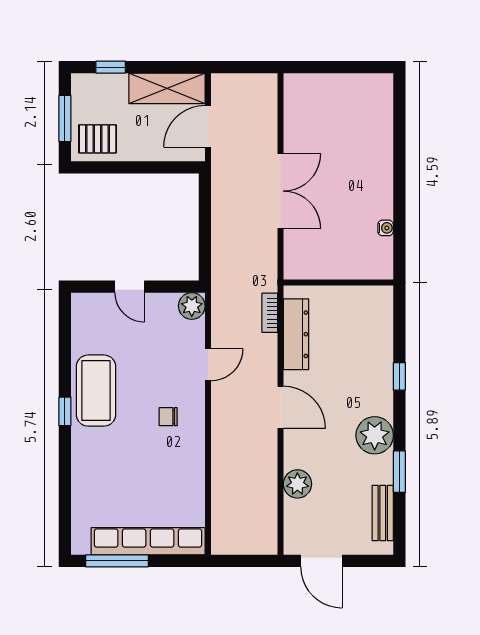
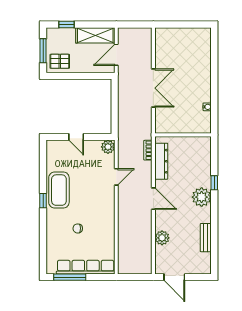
chair: (168, 417) -> (78, 228), moved
plant: (375, 435) -> (202, 197), moved
window: (399, 472) -> (214, 232), removed
bench: (383, 513) -> (206, 238), moved

